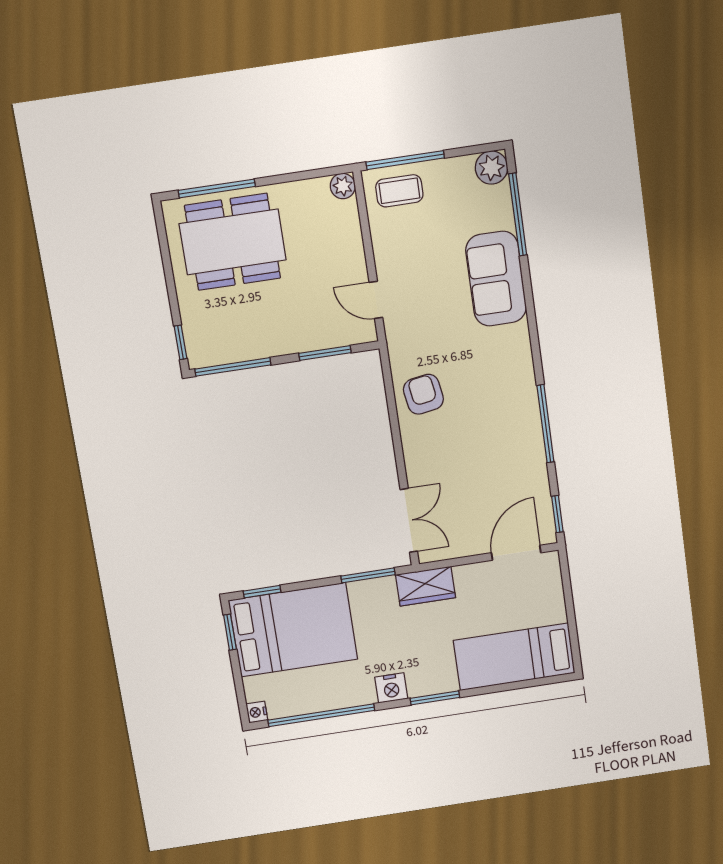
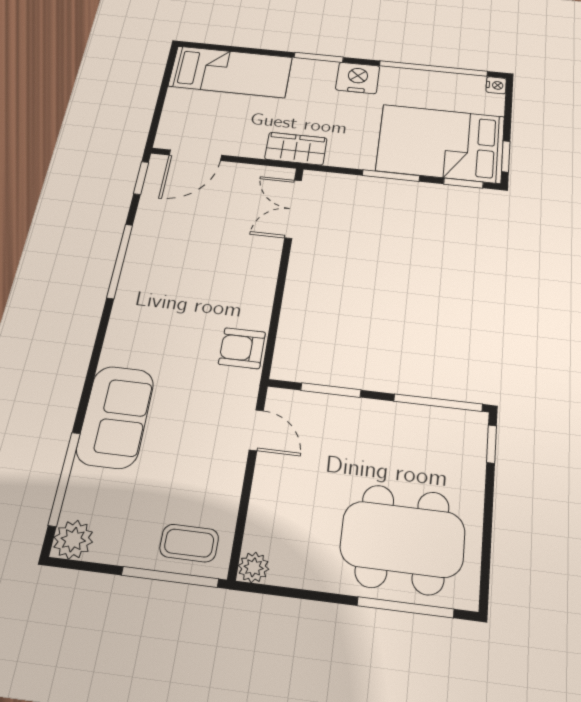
armchair: (423, 394) -> (242, 348), moved, turned 99
window: (368, 575) -> (391, 176), moved
nightstand: (391, 688) -> (358, 78), width x1.36, depth x1.33

